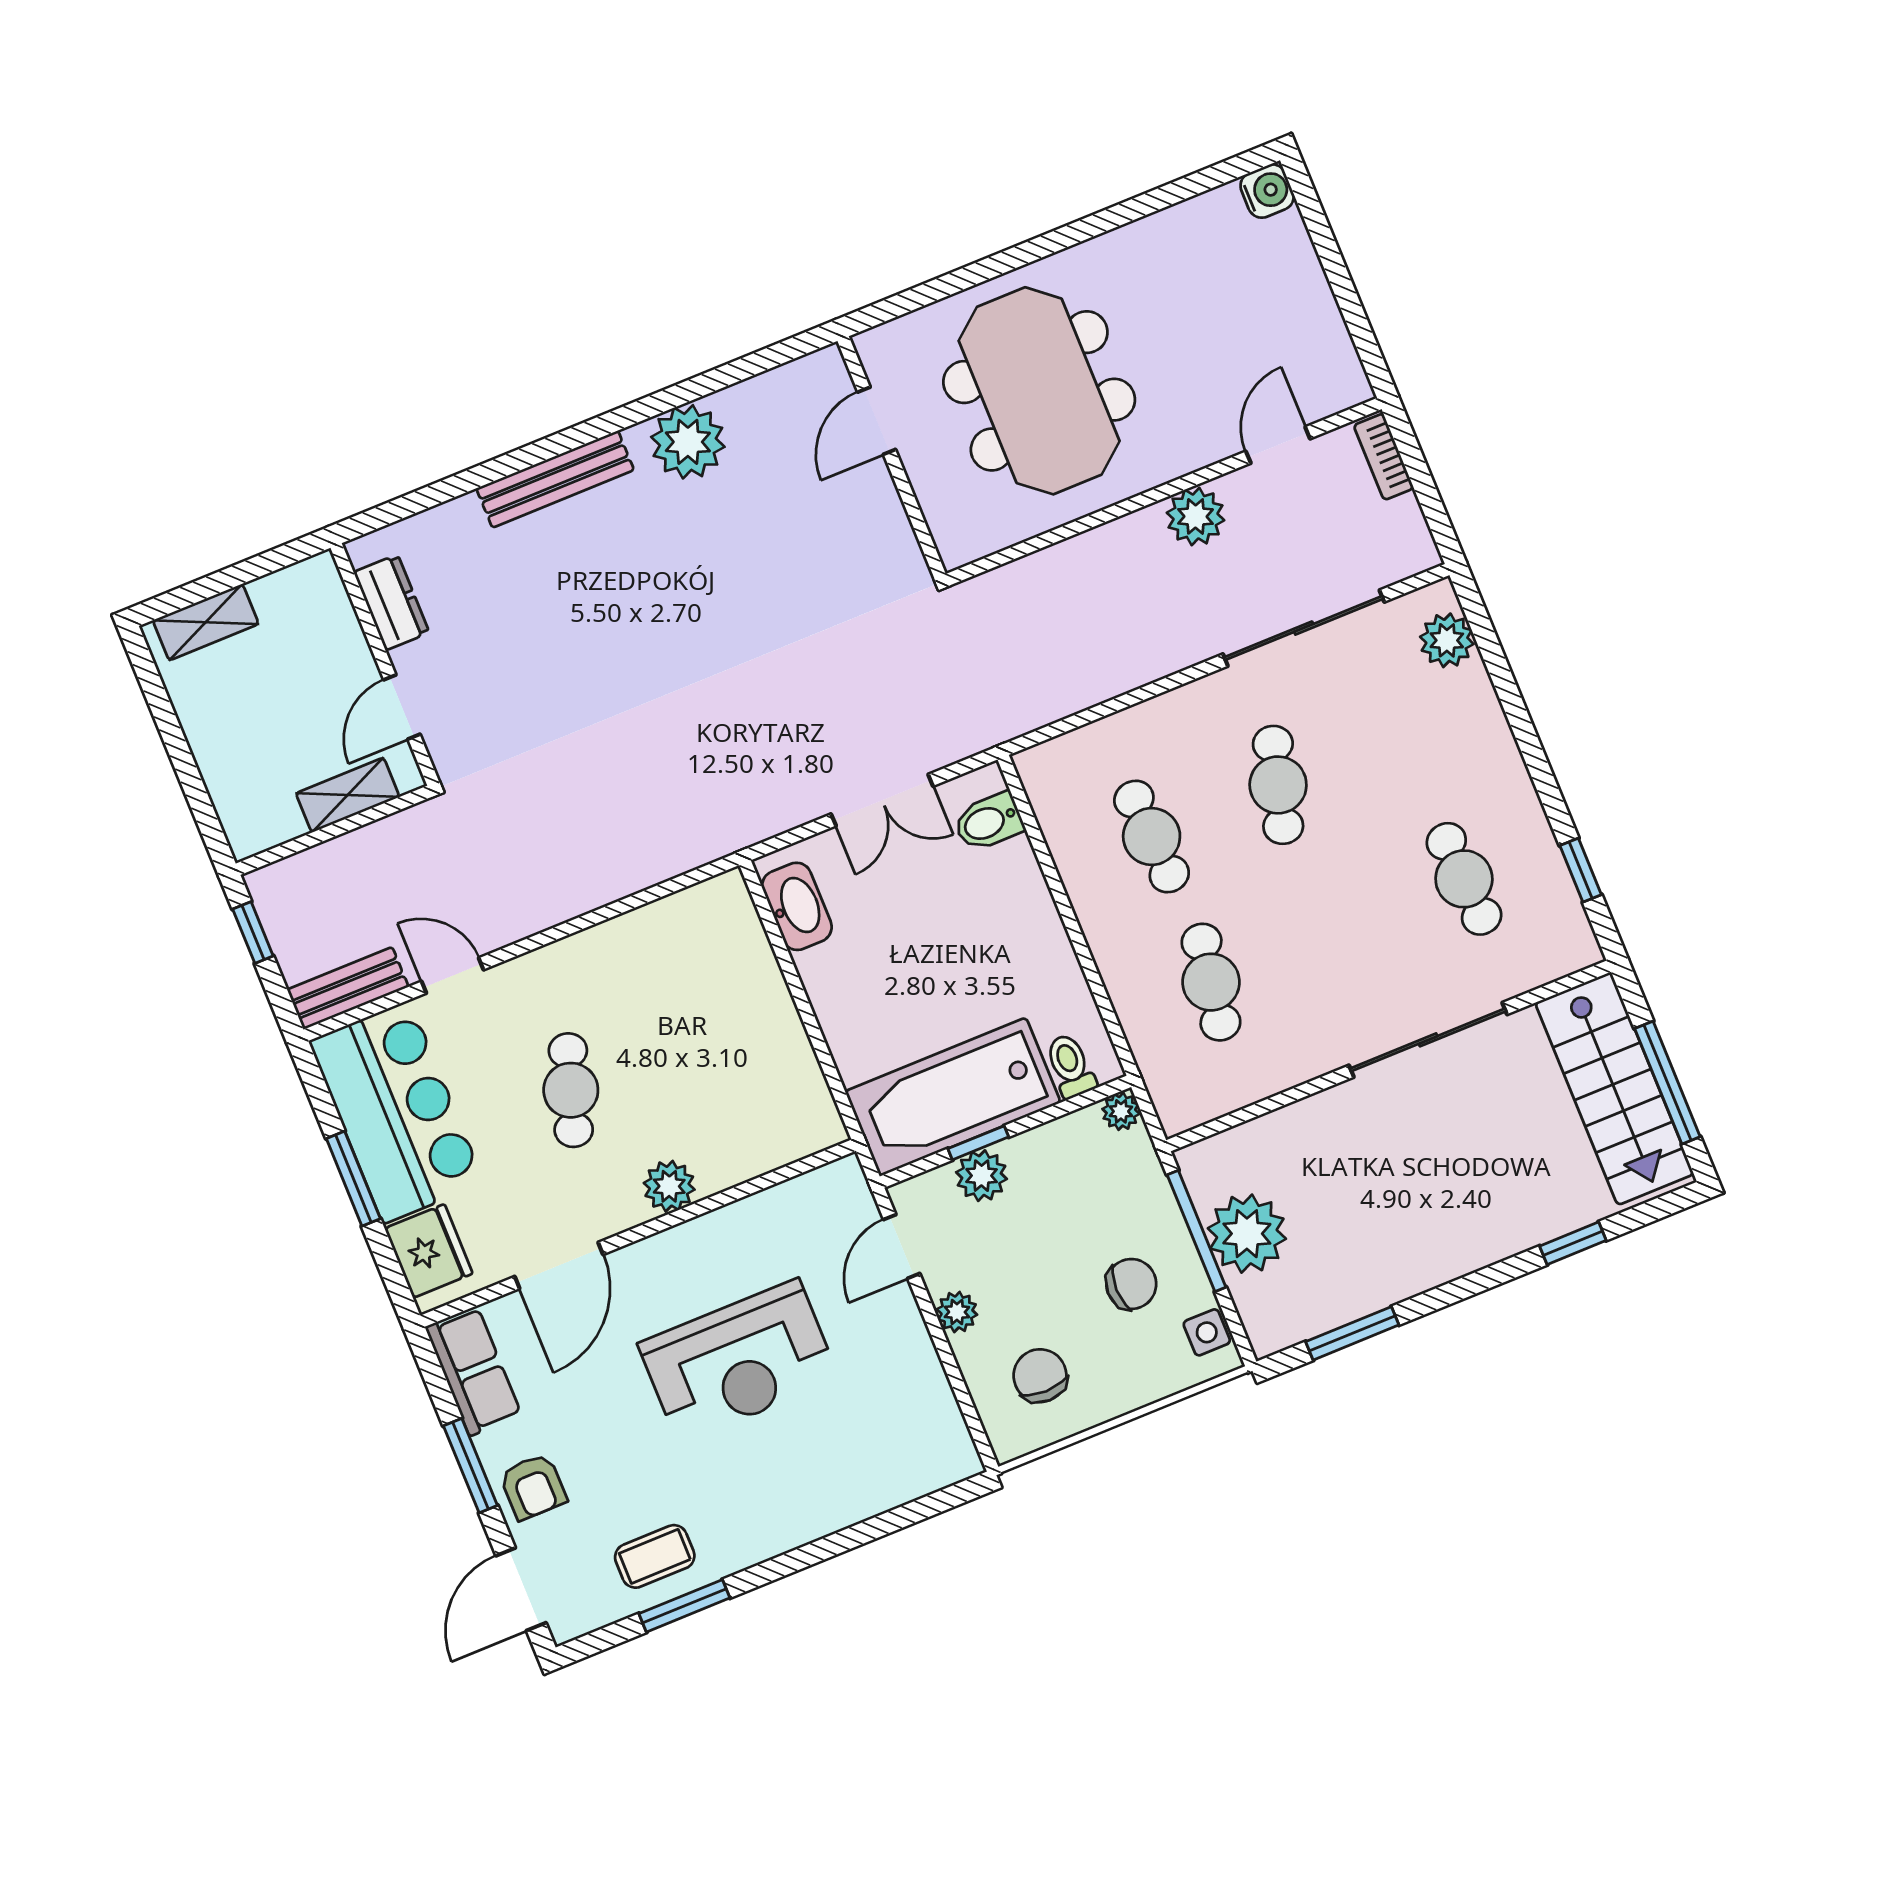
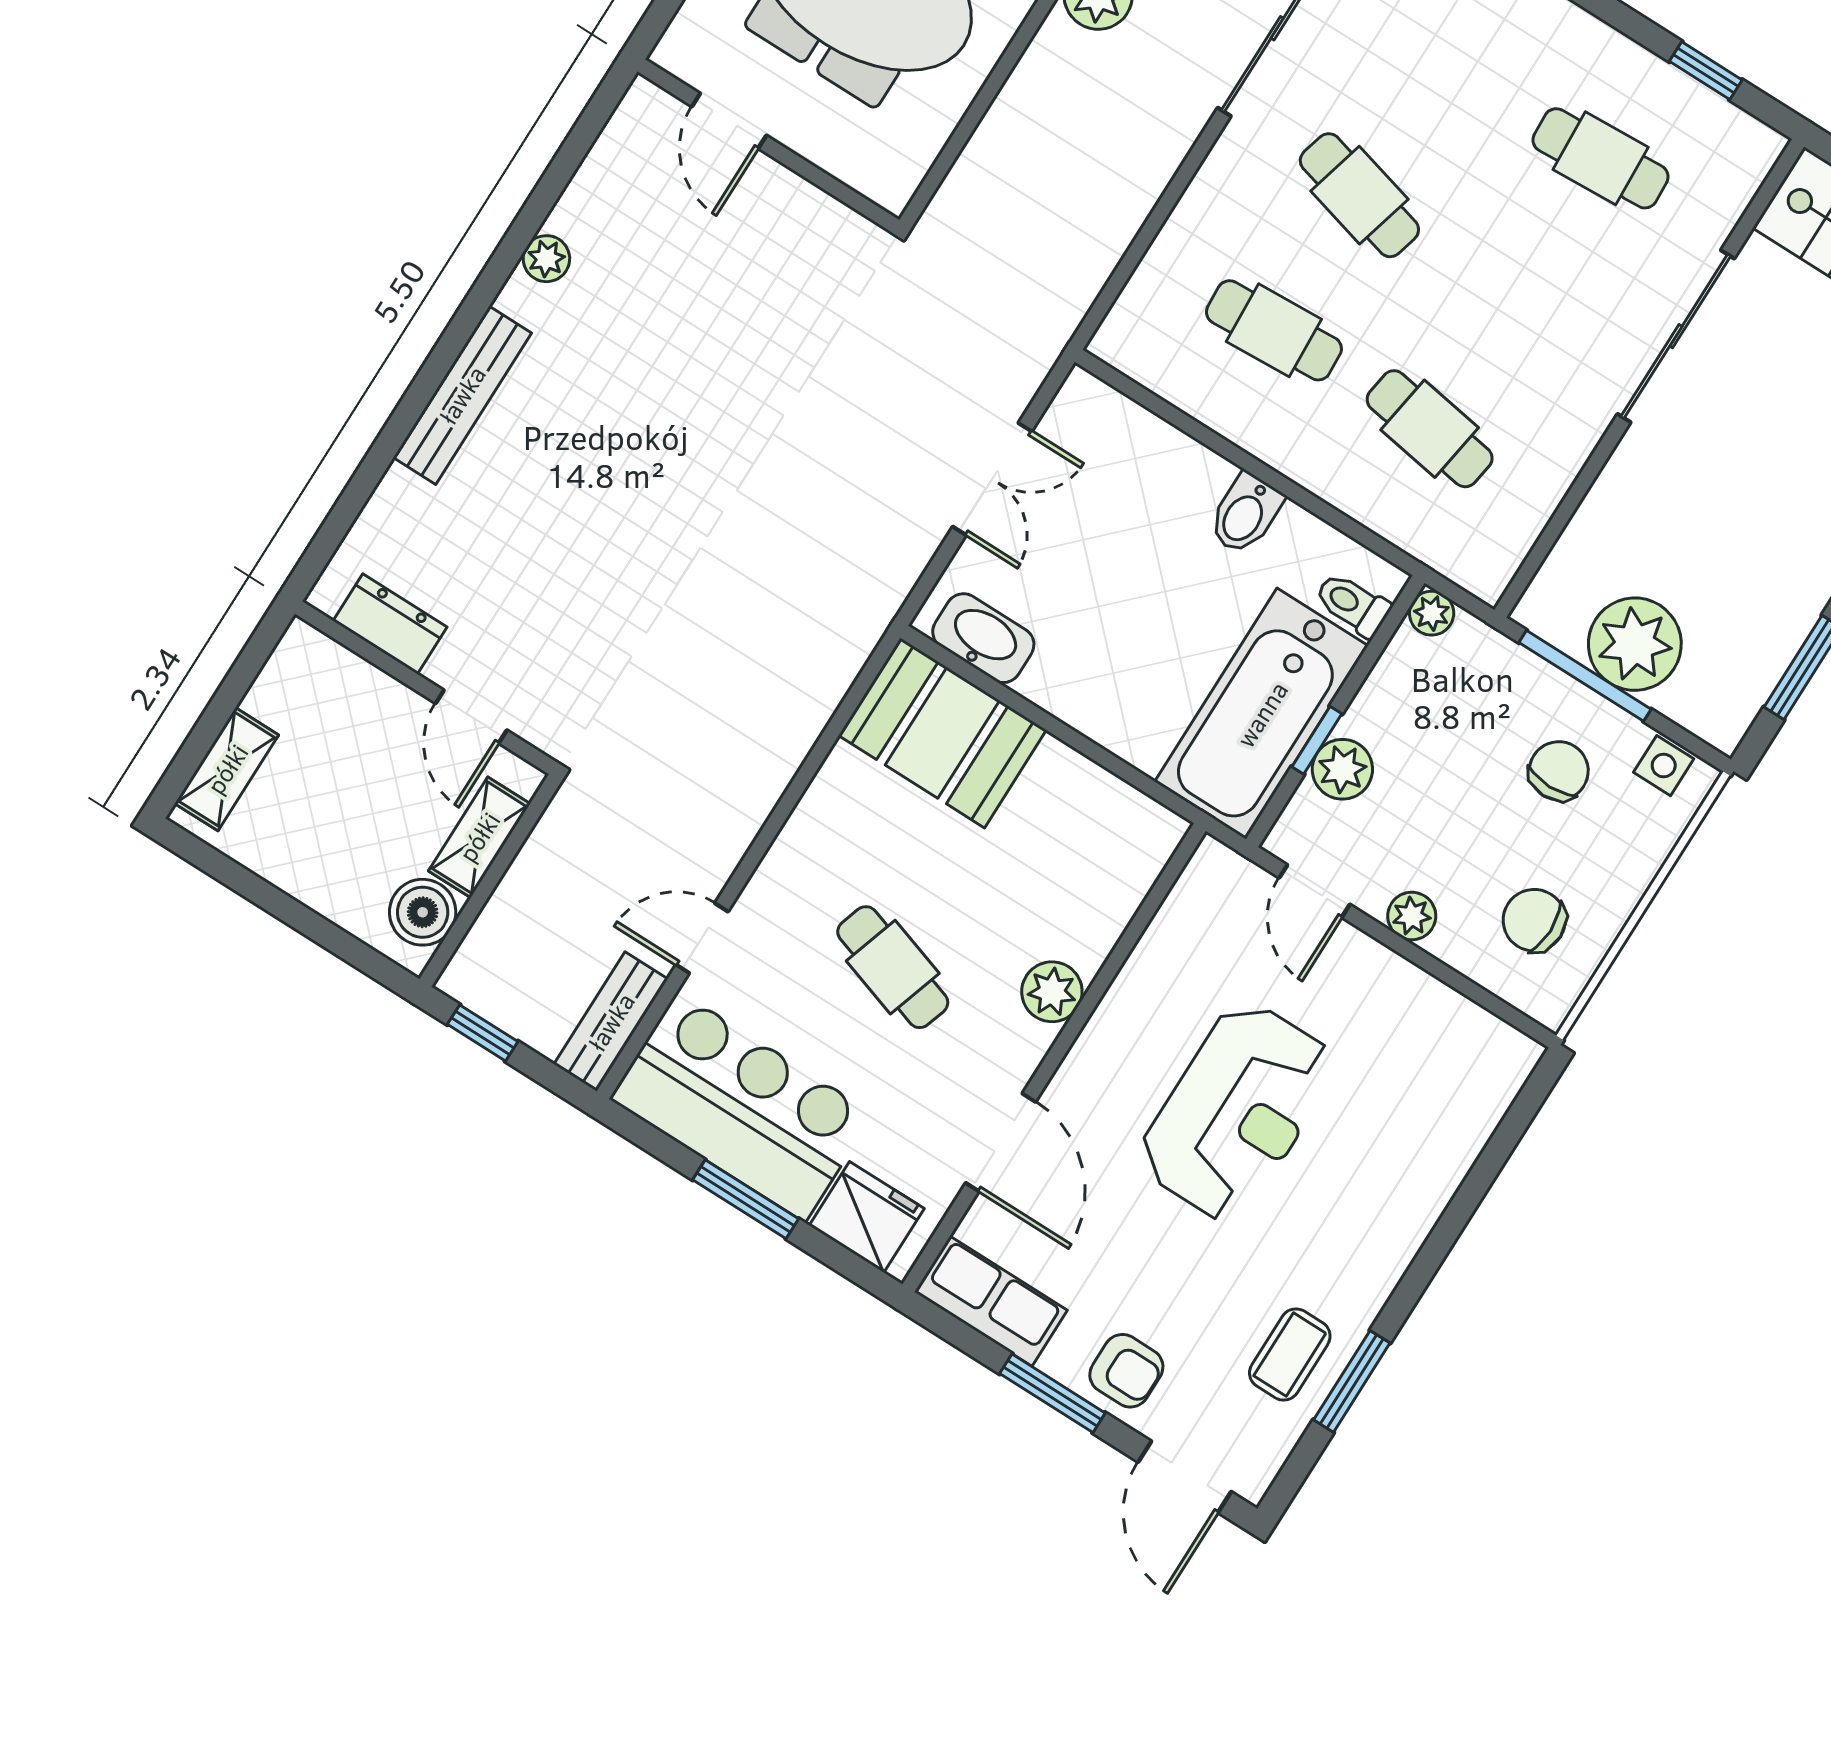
plant: (688, 442) -> (546, 259), width x0.53, depth x0.53
boiler: (271, 819) -> (423, 912), added
bidet: (989, 822) -> (1245, 514), moved
booth: (722, 952) -> (942, 733), added

